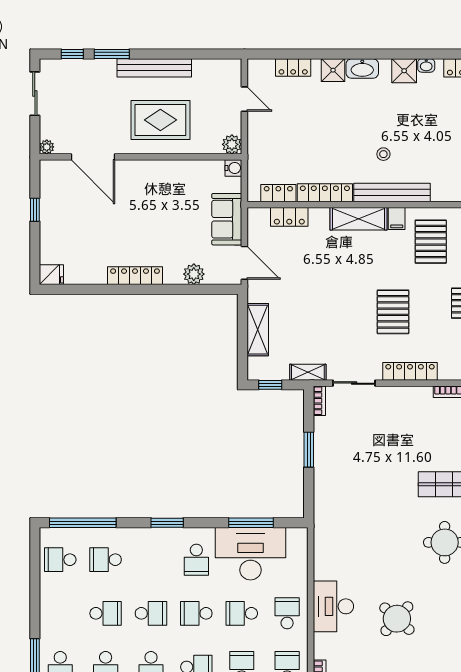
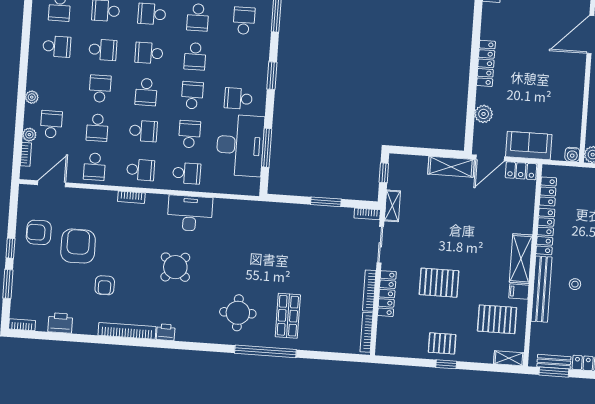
locker: (289, 217) -> (521, 171), moved, turned -90
shelving: (258, 330) -> (451, 167), moved
bookcase: (408, 392) -> (369, 291), added

